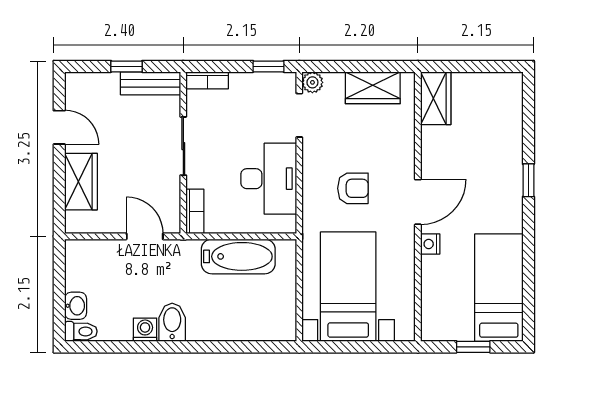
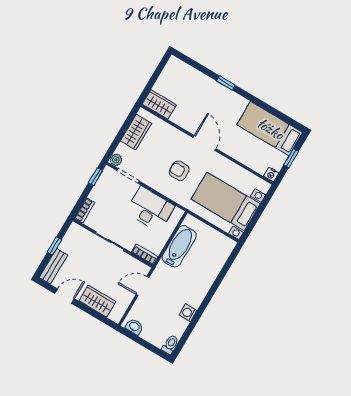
bench: (151, 83) -> (53, 266), moved
armchair: (353, 188) -> (179, 171), turned -90
nightstand: (430, 244) -> (271, 175), moved
washbasin: (76, 306) -> (134, 327), moved
bidet: (172, 322) -> (192, 298), removed

